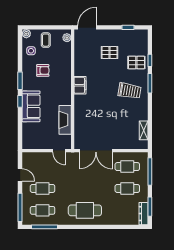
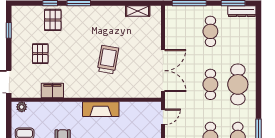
filing cabinet: (80, 85) -> (52, 90), moved
trolley: (130, 91) -> (108, 60), moved
fireplace: (65, 120) -> (101, 109), moved
cafe table: (127, 167) -> (210, 84), moved

